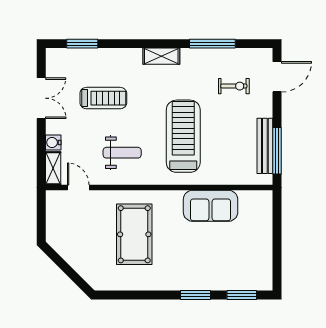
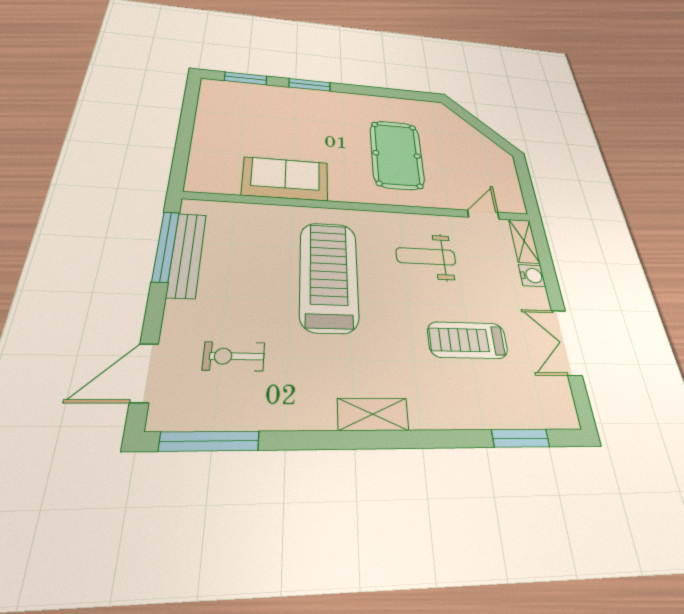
window: (212, 44) -> (210, 441), moved
treadmill: (183, 136) -> (329, 276), turned 180
door: (78, 188) -> (483, 215), swing flipped

